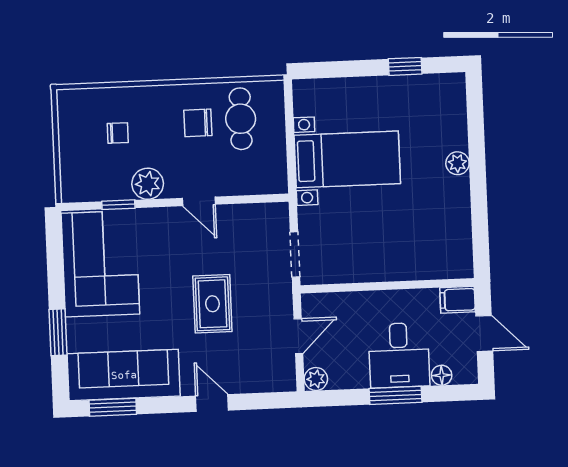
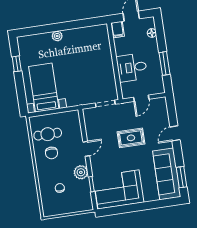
bed with nightstands: (347, 159) -> (44, 88), moved
window: (58, 332) -> (151, 205), removed
door: (298, 336) -> (141, 98), swing flipped
desk: (399, 355) -> (132, 67), moved, turned 180
plant: (316, 379) -> (159, 89), removed
window: (396, 395) -> (165, 63), moved

